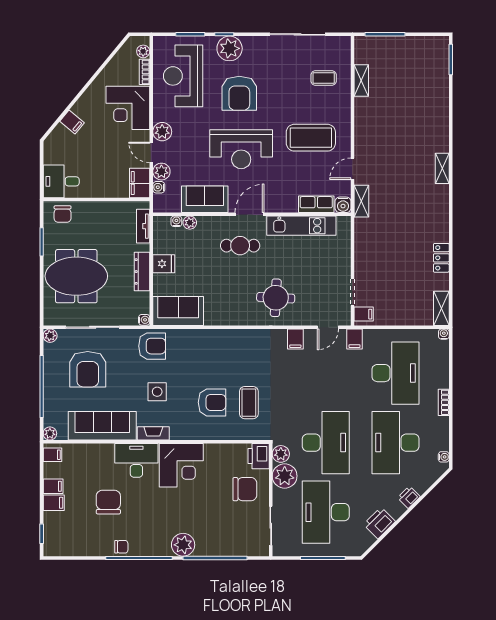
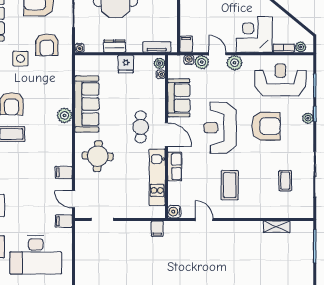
plant: (230, 48) -> (308, 118), width x0.53, depth x0.53
coffee table: (324, 78) -> (285, 181), moved
armchair: (239, 93) -> (266, 126), turned 180
coffee table: (311, 138) -> (230, 185), width x0.73, depth x0.76
door: (151, 152) -> (217, 54), hinge flipped
filing cabinet: (140, 183) -> (186, 44), width x0.50
shelving: (361, 201) -> (177, 227), removed
row of seats: (316, 204) -> (175, 166), moved
plant: (190, 223) -> (160, 63), moved
dresser: (142, 272) -> (114, 46), width x0.70
sofa: (178, 311) -> (87, 104), moved, width x1.36
filing cabinet: (364, 314) -> (157, 229), moved
plant: (226, 338) -> (65, 115), added
armchair: (152, 346) -> (47, 45), moved

